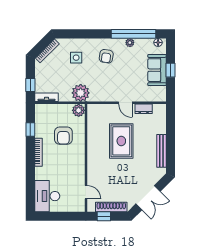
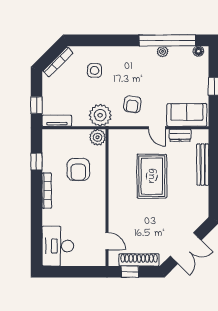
armchair: (106, 56) -> (132, 104), moved
sofa: (157, 70) -> (187, 115), moved, turned 90
bench: (161, 151) -> (203, 165), moved

